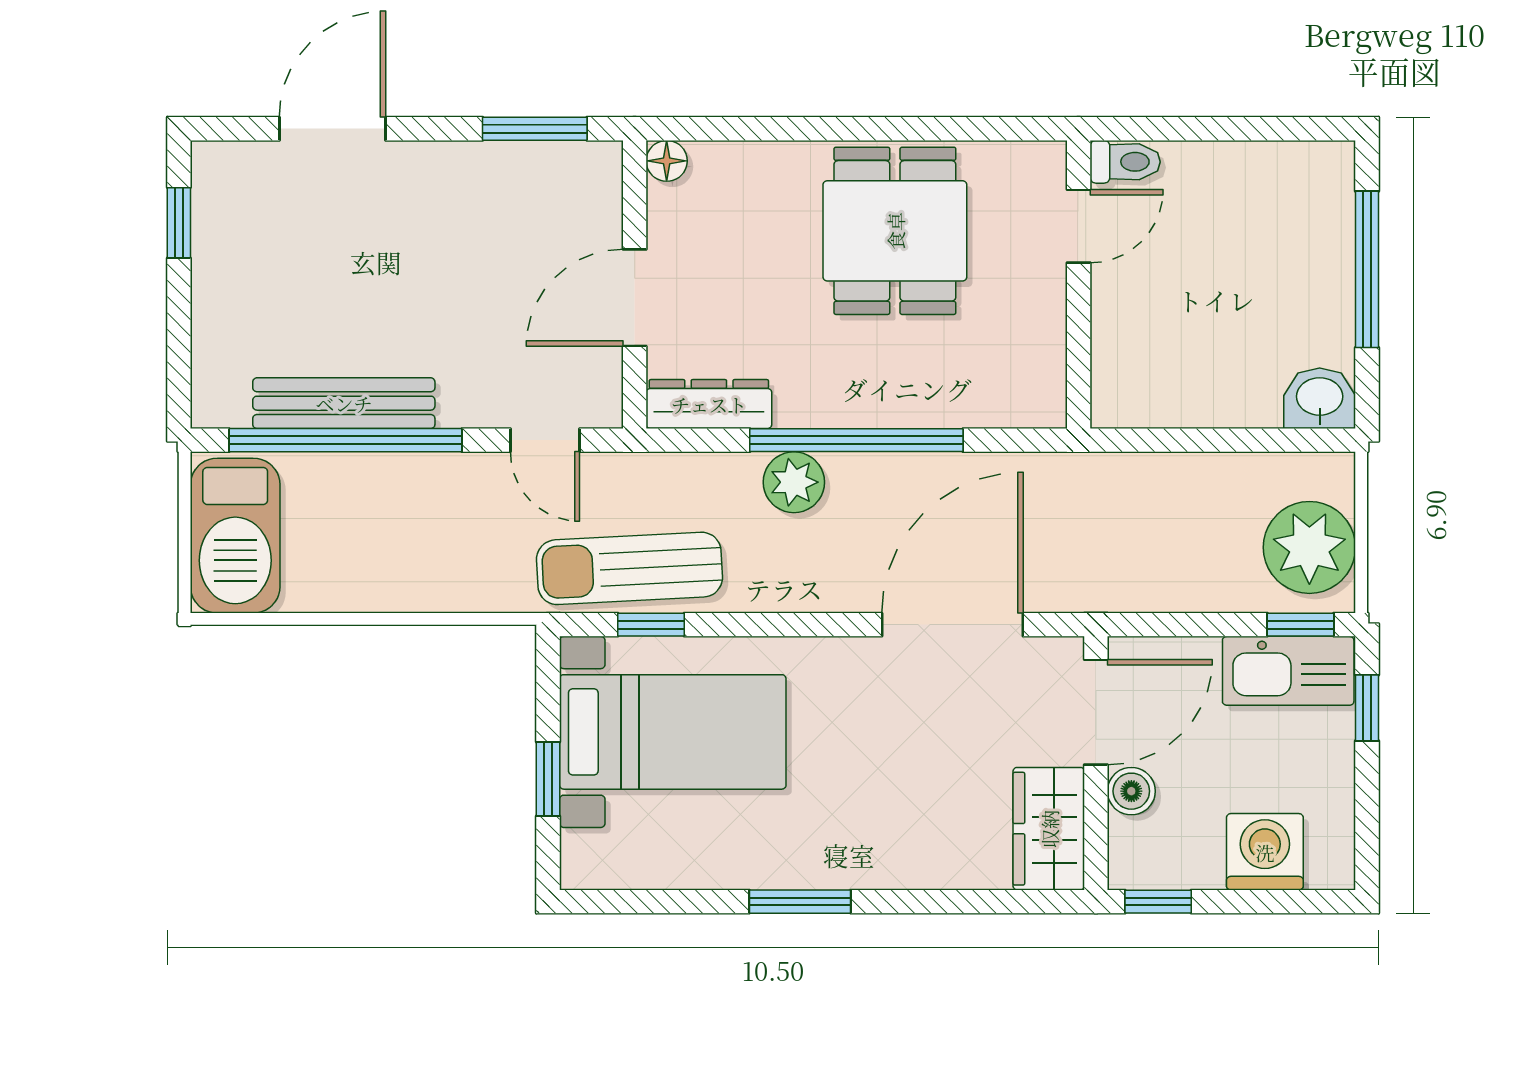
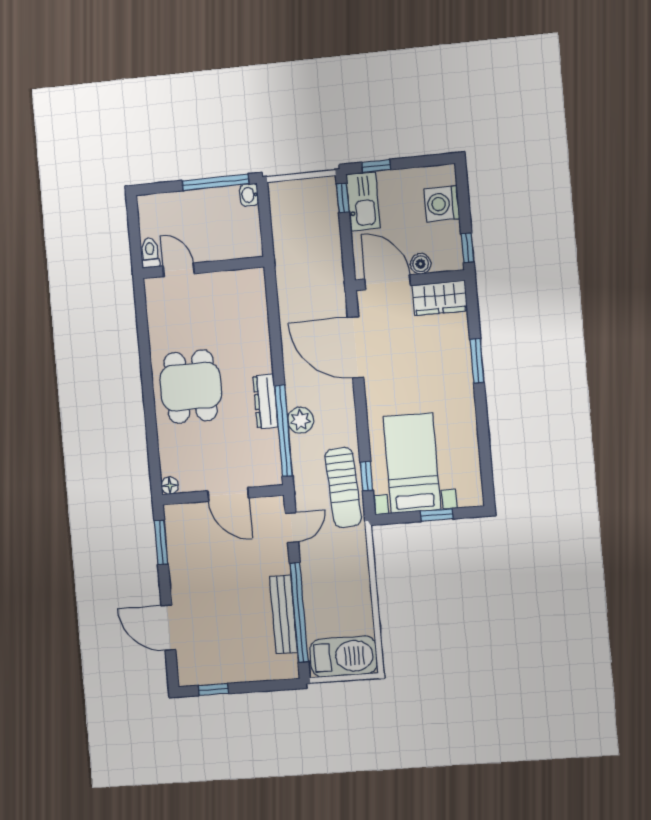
toilet: (1125, 162) -> (150, 253), moved
door: (1079, 226) -> (179, 270), moved
dining table: (895, 231) -> (191, 387), turned 90
window: (1367, 269) -> (216, 182), moved
wall: (1079, 284) -> (203, 268), moved
washbasin: (1320, 398) -> (249, 195), width x0.72, depth x0.69
dresser: (709, 404) -> (265, 401), moved
window: (856, 440) -> (283, 431), moved
plant: (1309, 547) -> (309, 198), removed
window: (800, 902) -> (477, 361), moved

